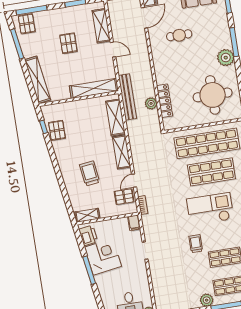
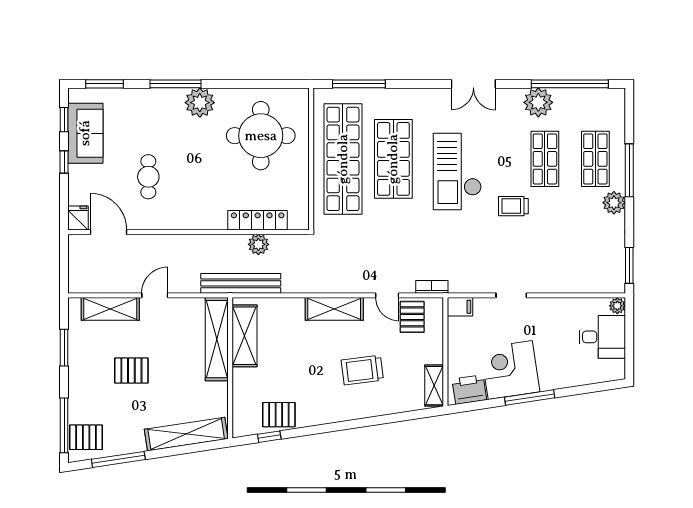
shelving: (116, 117) -> (244, 336), moved, turned 90

